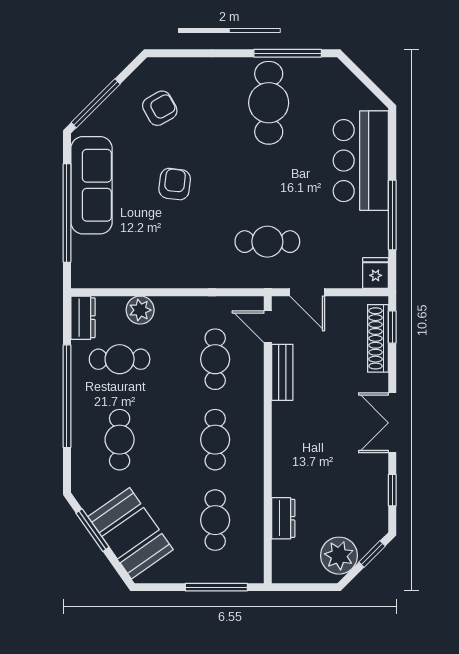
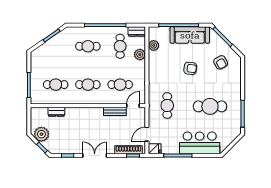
cafe table: (269, 103) -> (210, 106), moved
plant: (118, 275) -> (154, 45), added
door: (307, 292) -> (147, 134), moved
booth: (131, 533) -> (50, 51), removed

